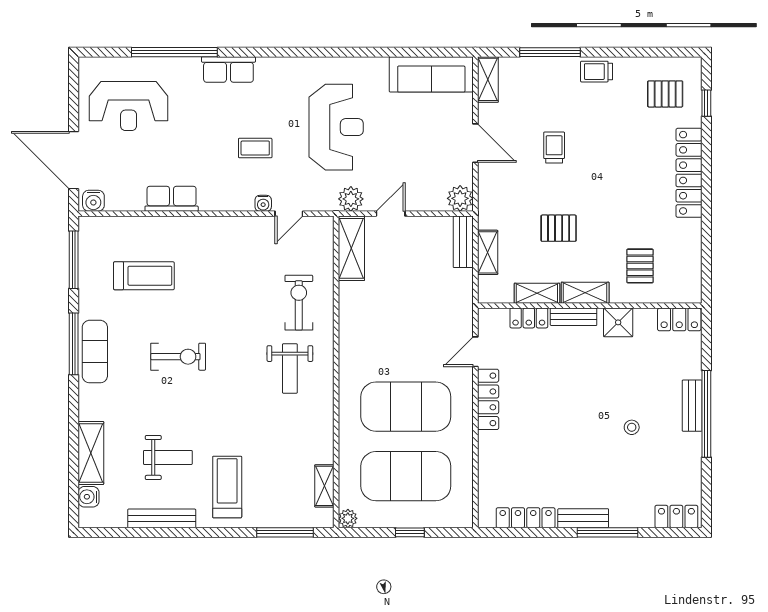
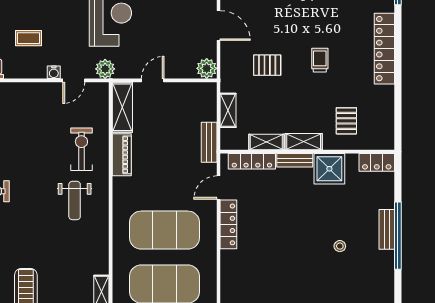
trolley: (554, 147) -> (320, 60), moved
coffee table: (255, 148) -> (28, 38), moved
plant: (351, 199) -> (105, 69), moved
pallet: (559, 228) -> (267, 65), moved
bench: (463, 242) -> (209, 142), moved
piano: (351, 310) -> (122, 155), added
locker: (529, 318) -> (252, 161), width x1.53
shower: (618, 322) -> (329, 169), width x1.36, depth x1.36

